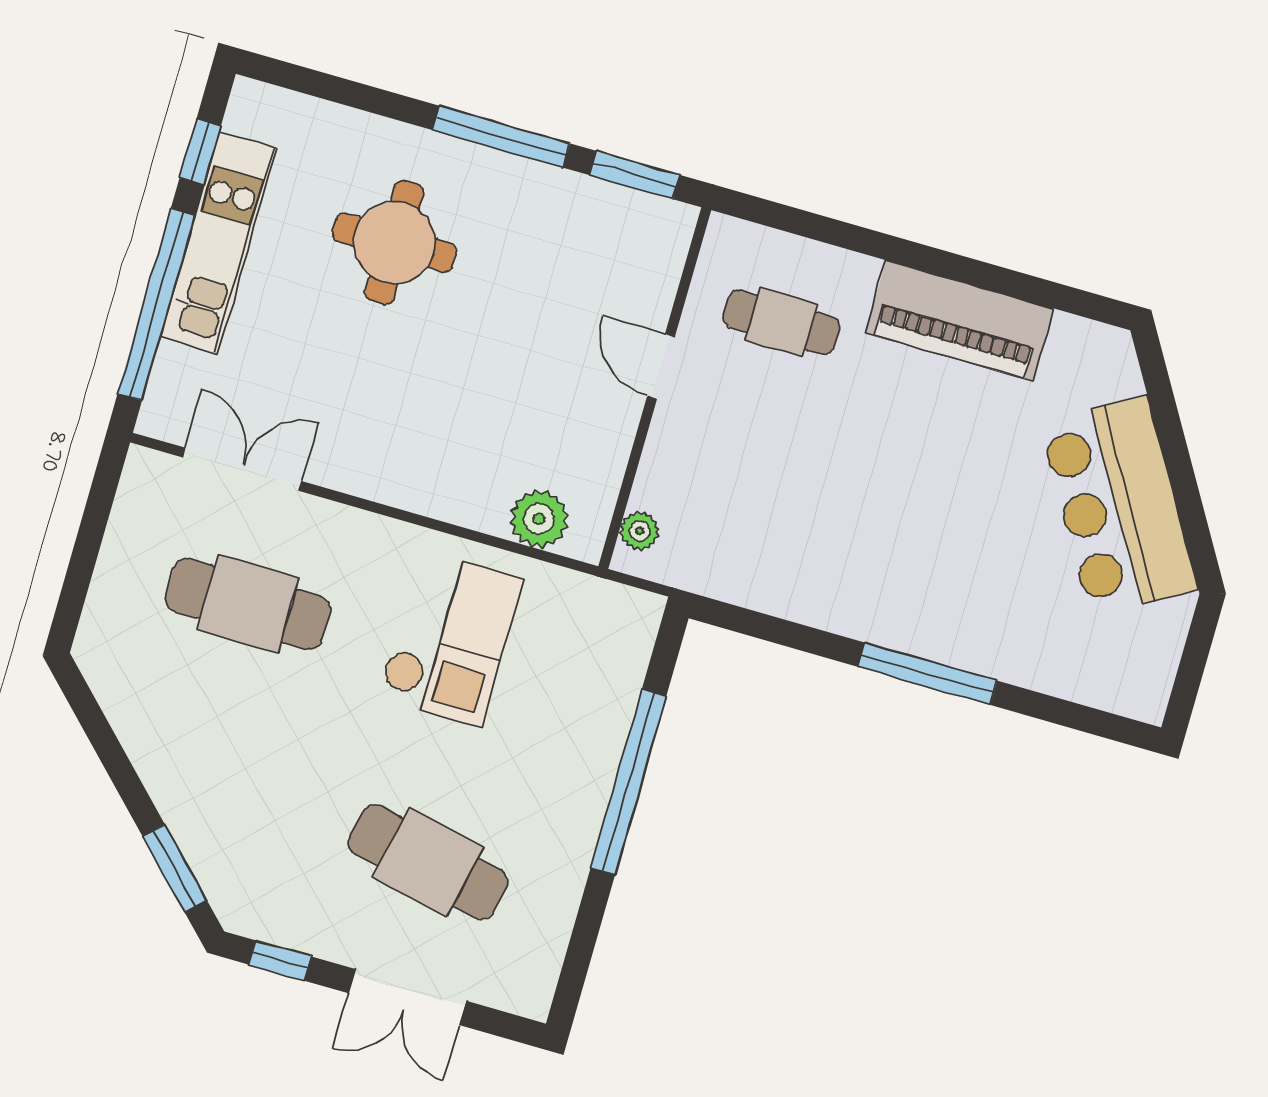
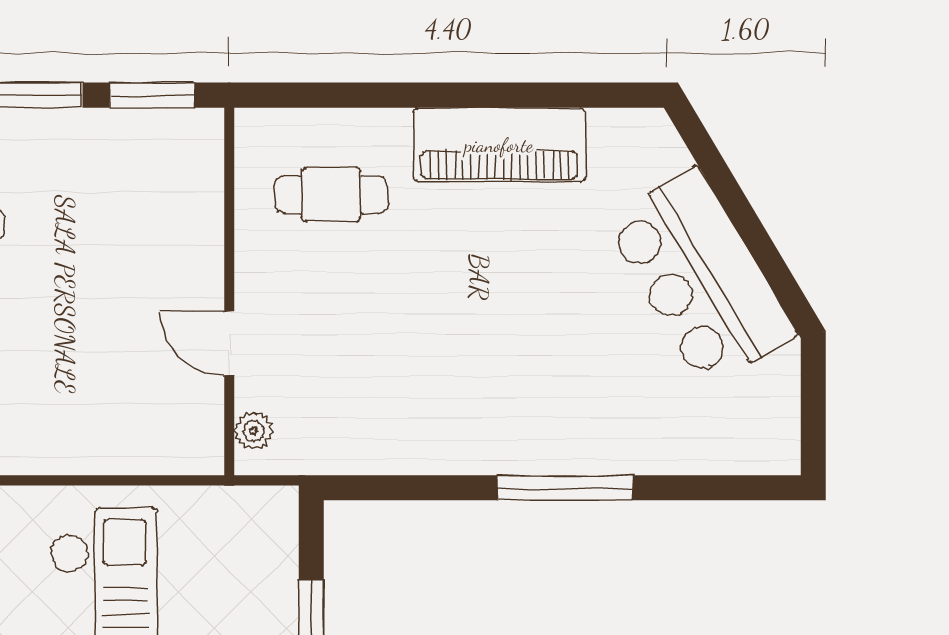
door: (661, 366) -> (229, 343), moved
plant: (539, 519) -> (155, 447), removed

